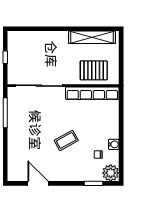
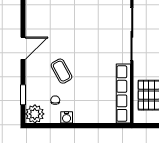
coffee table: (66, 140) -> (61, 71), moved
door: (38, 183) -> (23, 48), moved

